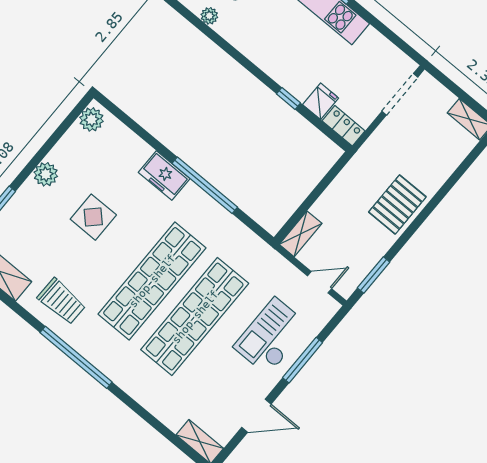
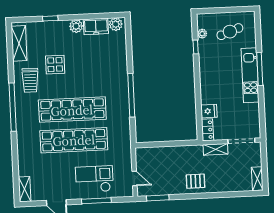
window: (288, 98) -> (196, 47), moved
freezer: (164, 176) -> (96, 26), moved, turned -90
pallet: (397, 204) -> (195, 181), width x0.67, depth x0.71
display table: (93, 217) -> (55, 65), moved
shelving: (301, 234) -> (216, 149), moved

